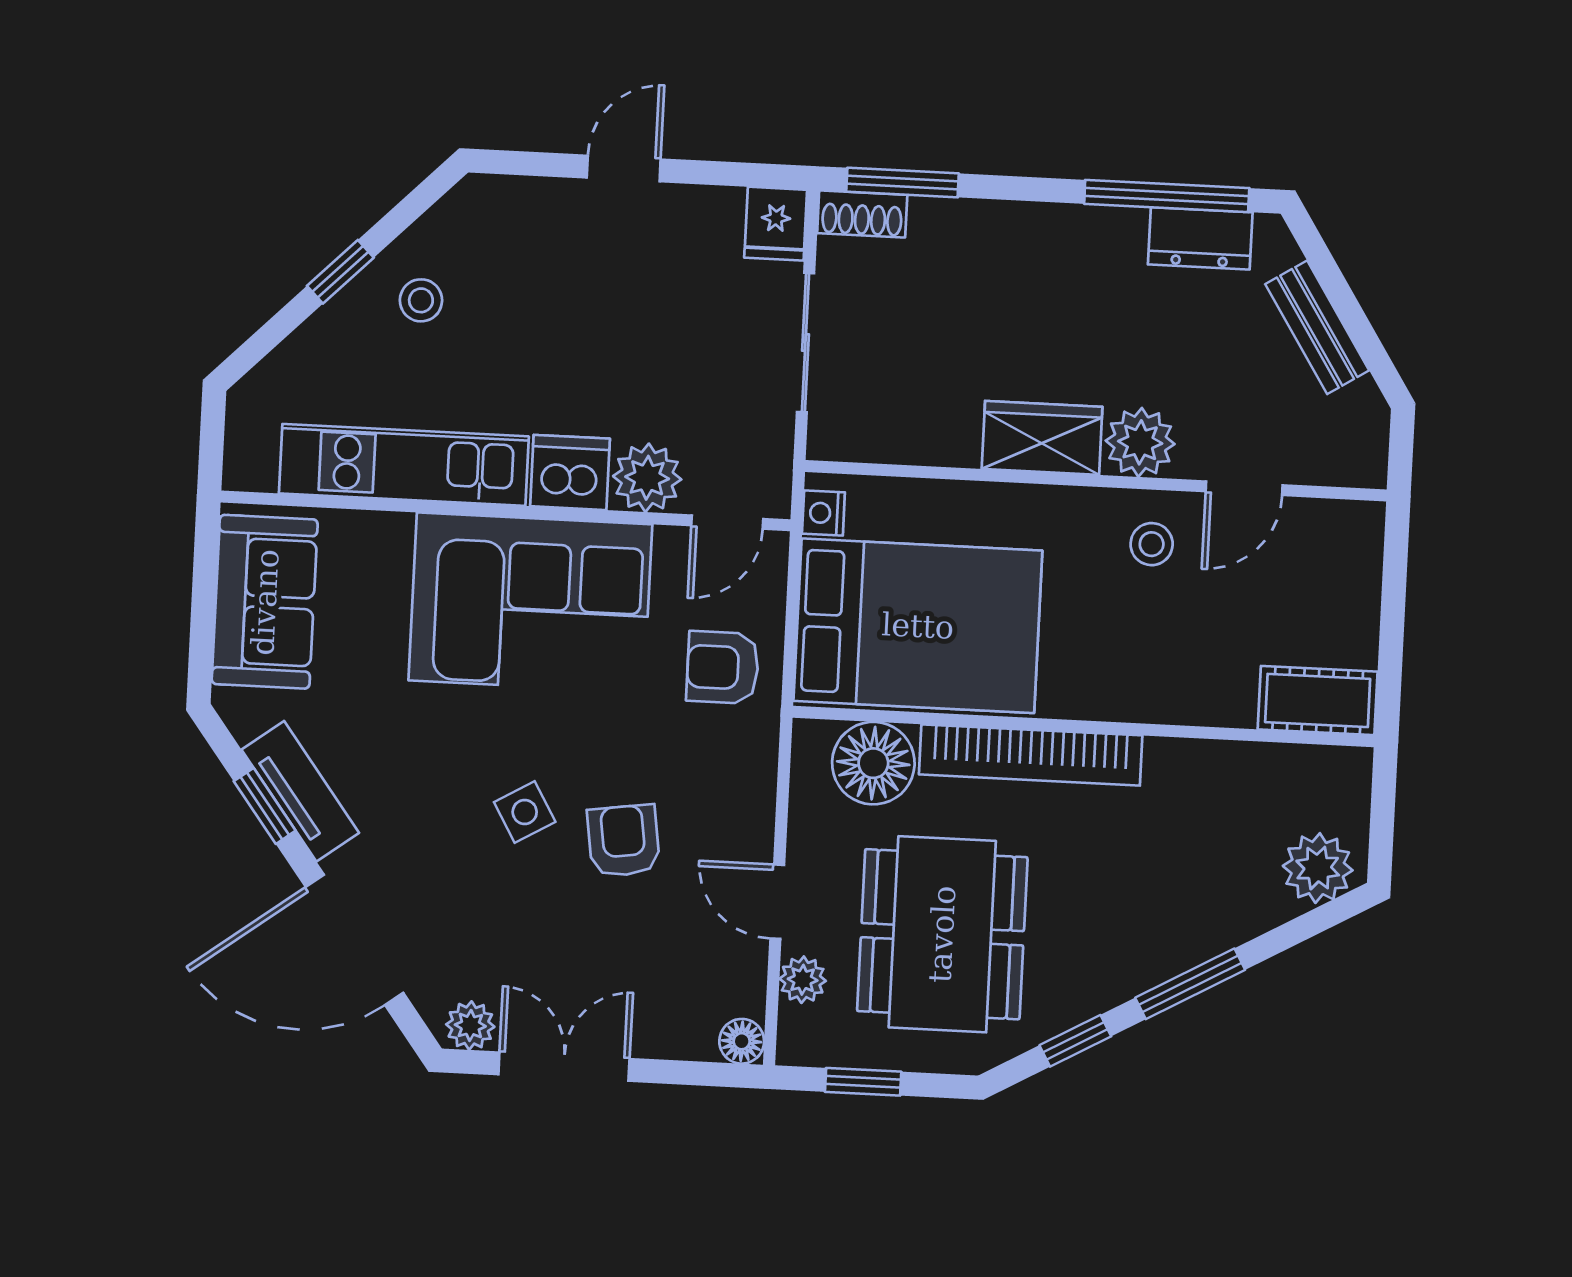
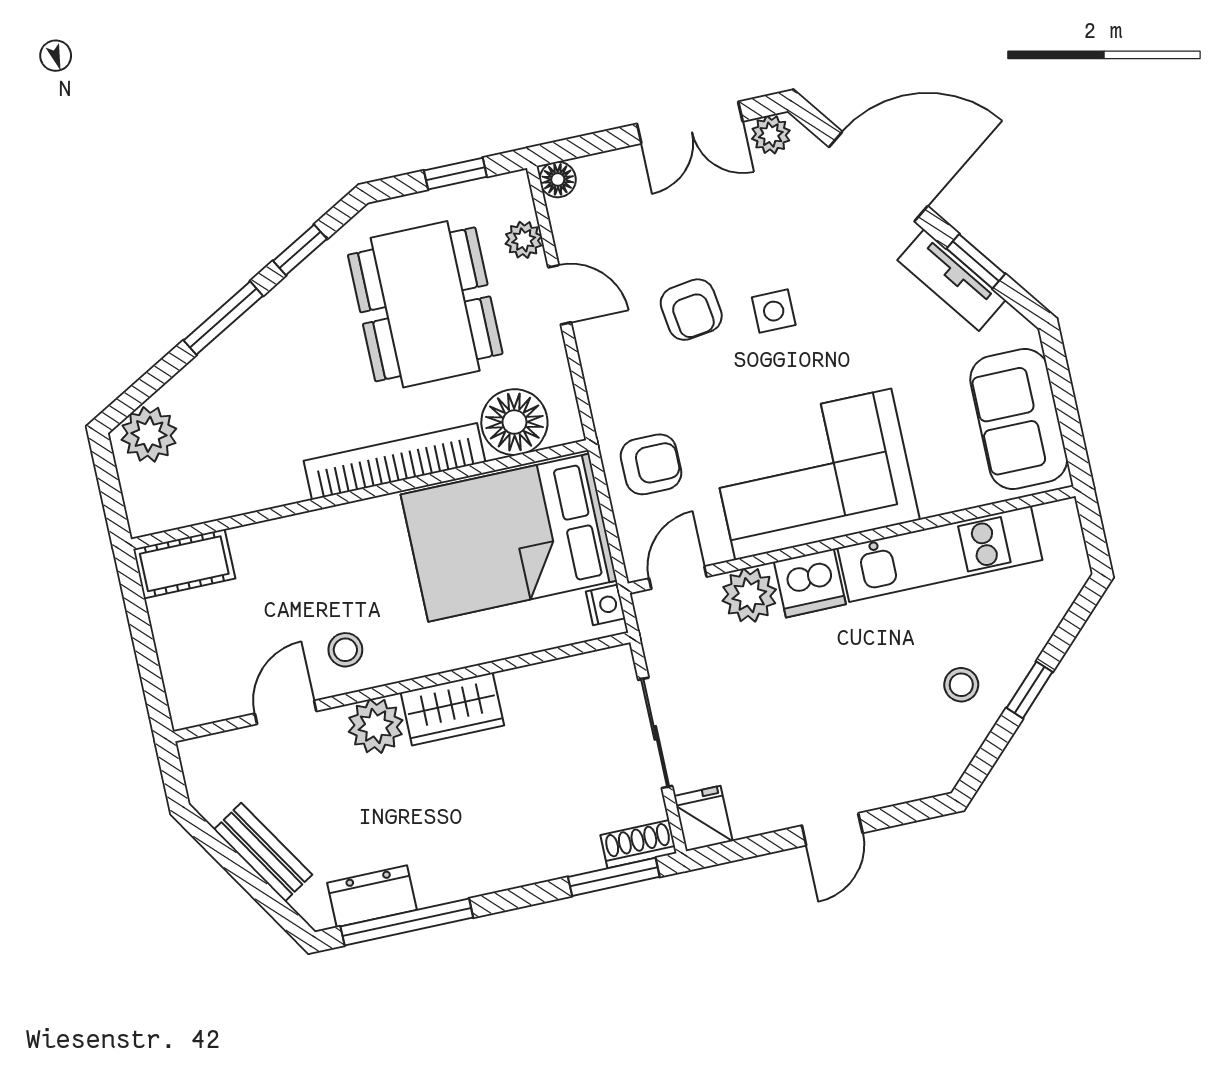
side table: (525, 812) -> (774, 311), turned 30

